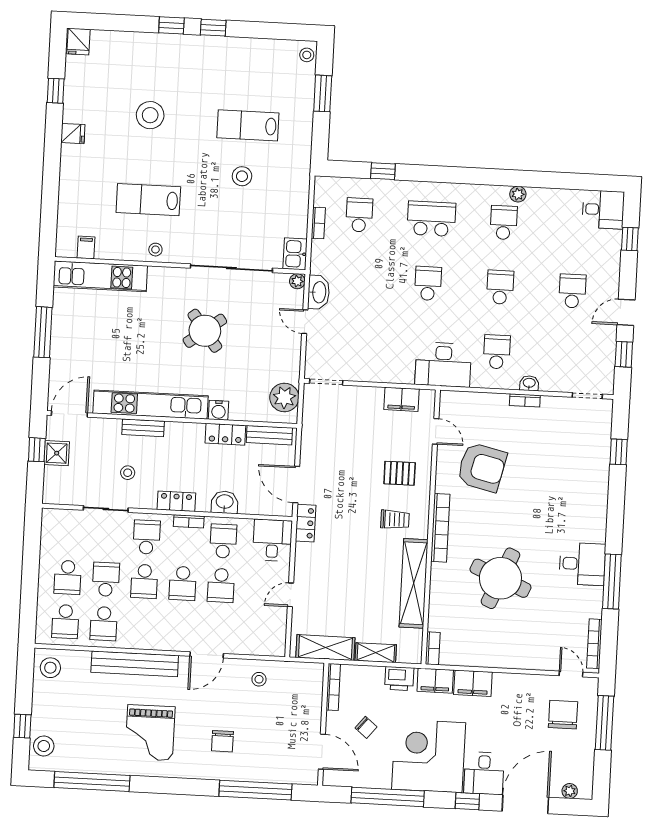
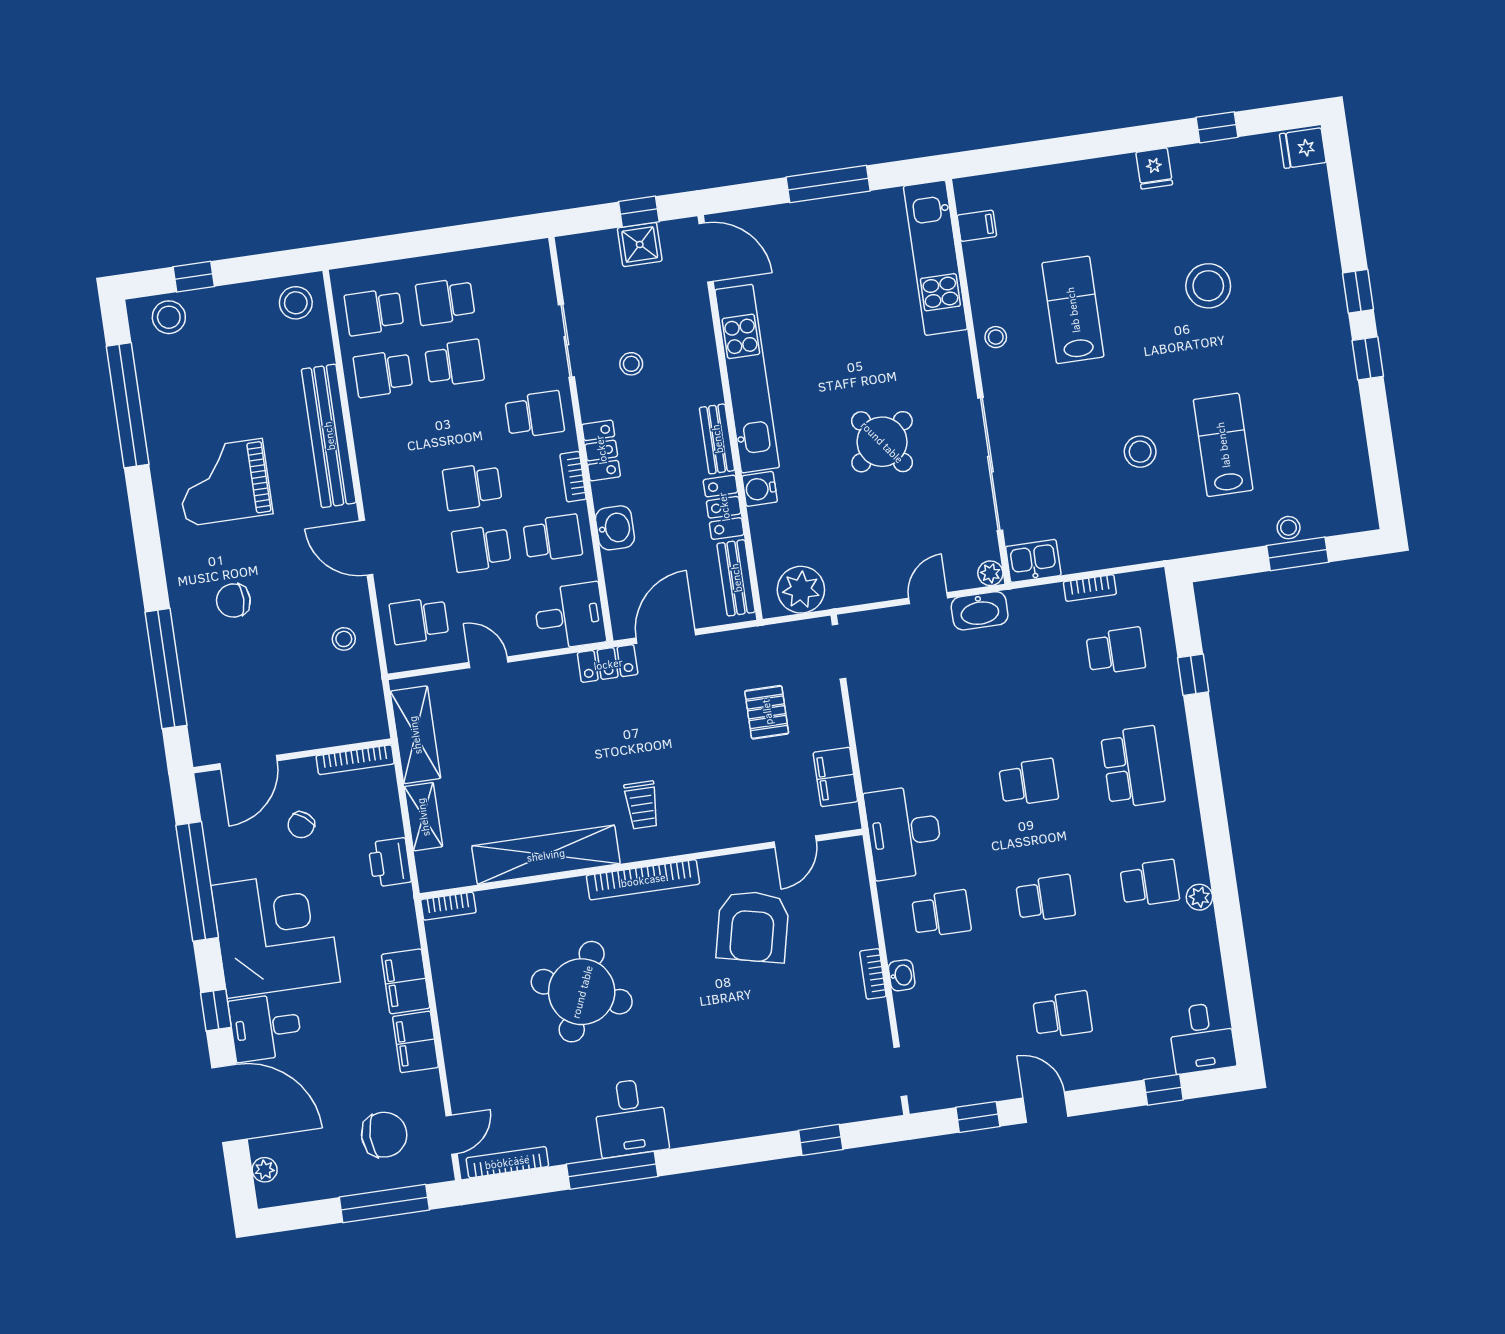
stool: (307, 55) -> (1289, 528), moved
bench: (143, 428) -> (717, 439), moved
pallet: (400, 473) -> (767, 712), moved
school desk: (144, 581) -> (419, 621), moved
filing cabinet: (435, 681) -> (415, 1042), moved

